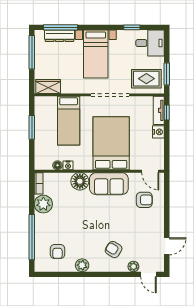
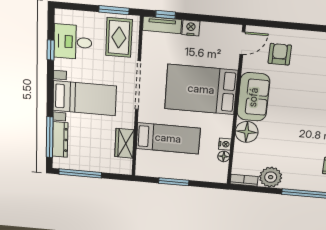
desk: (150, 43) -> (73, 42), moved, turned -90
wardrobe: (48, 86) -> (124, 143), moved

